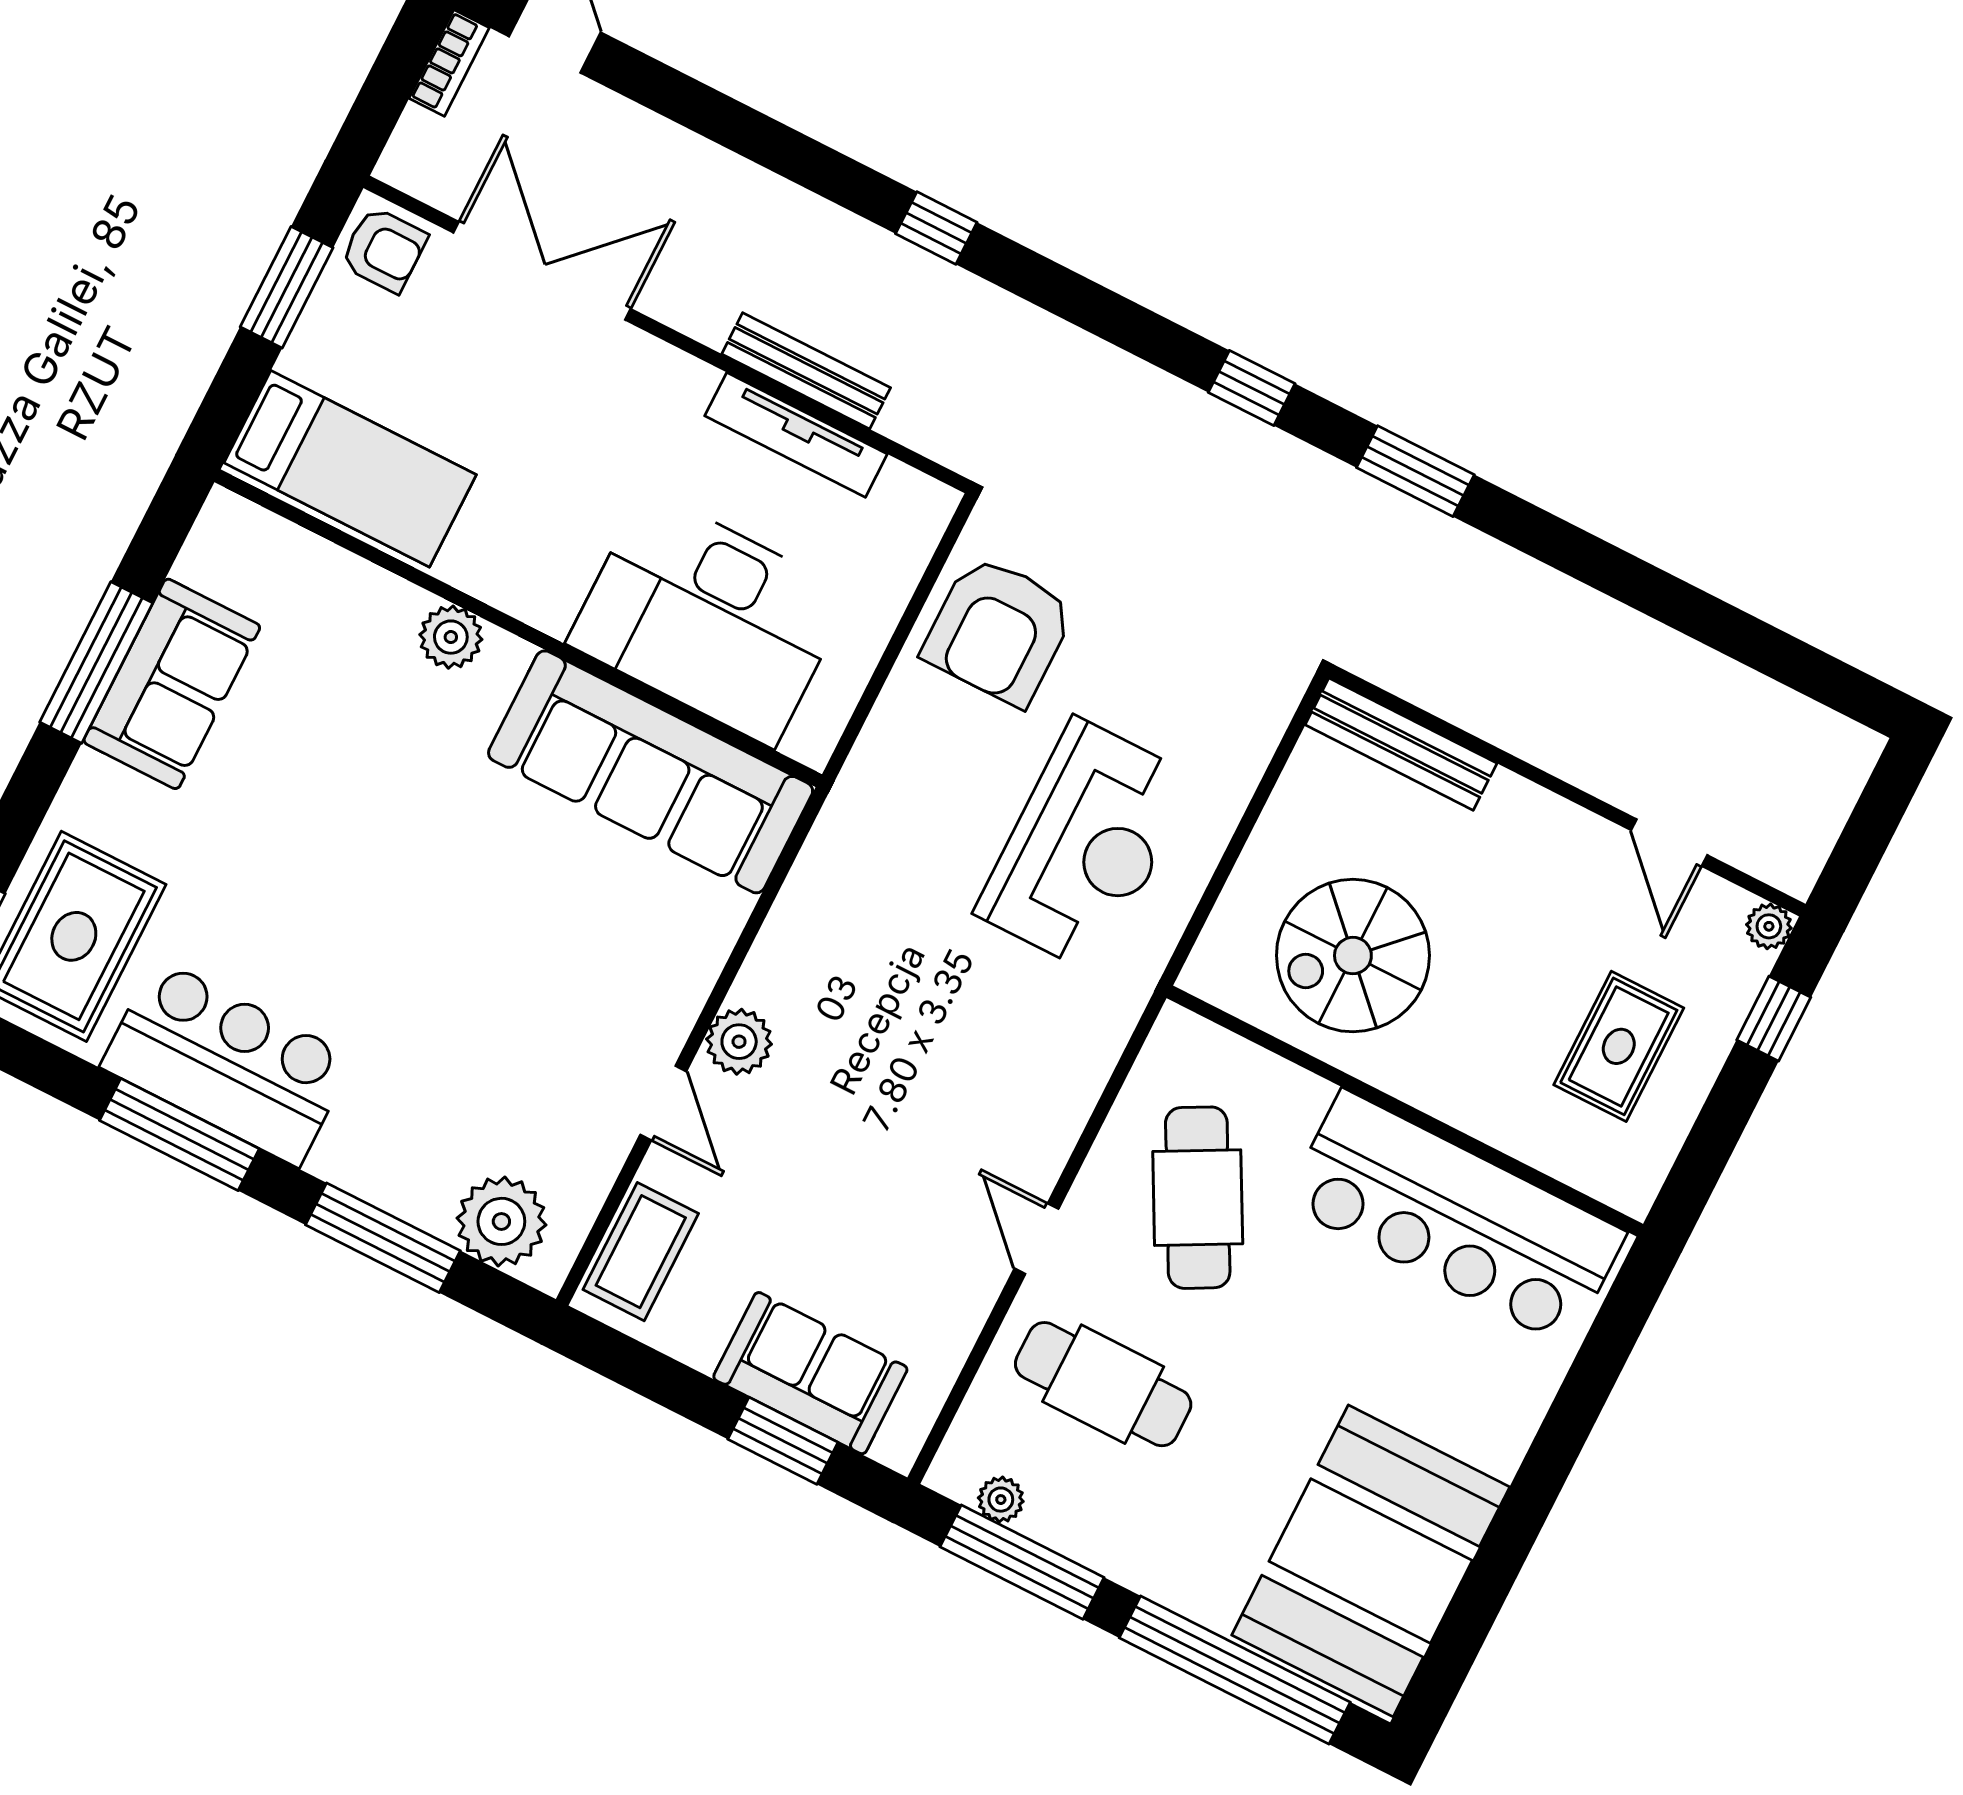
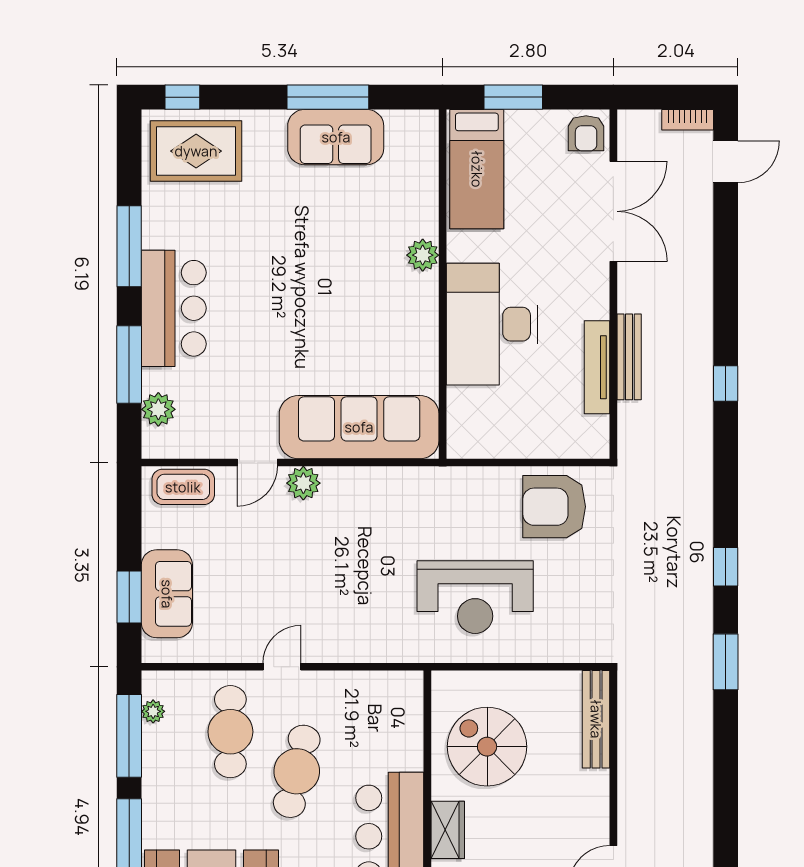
window: (287, 287) -> (513, 97), moved
desk: (709, 618) -> (492, 324), moved
sofa: (651, 772) -> (359, 427), moved, turned 90
bar counter: (227, 1062) -> (174, 308), moved
wardrobe: (1462, 1096) -> (448, 830), added
cafe table: (1198, 1198) -> (297, 771), moved, turned -49
plant: (501, 1221) -> (158, 409), width x0.73, depth x0.73

